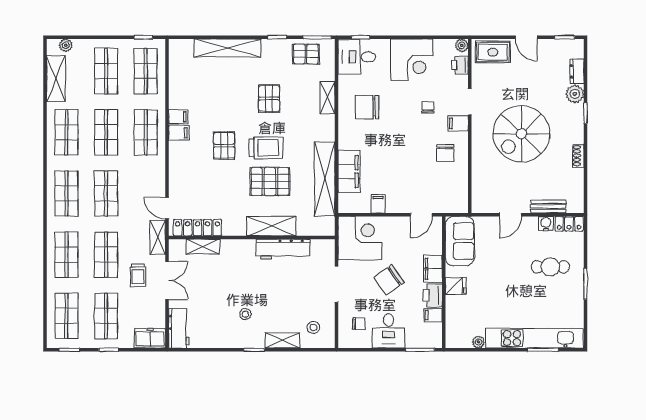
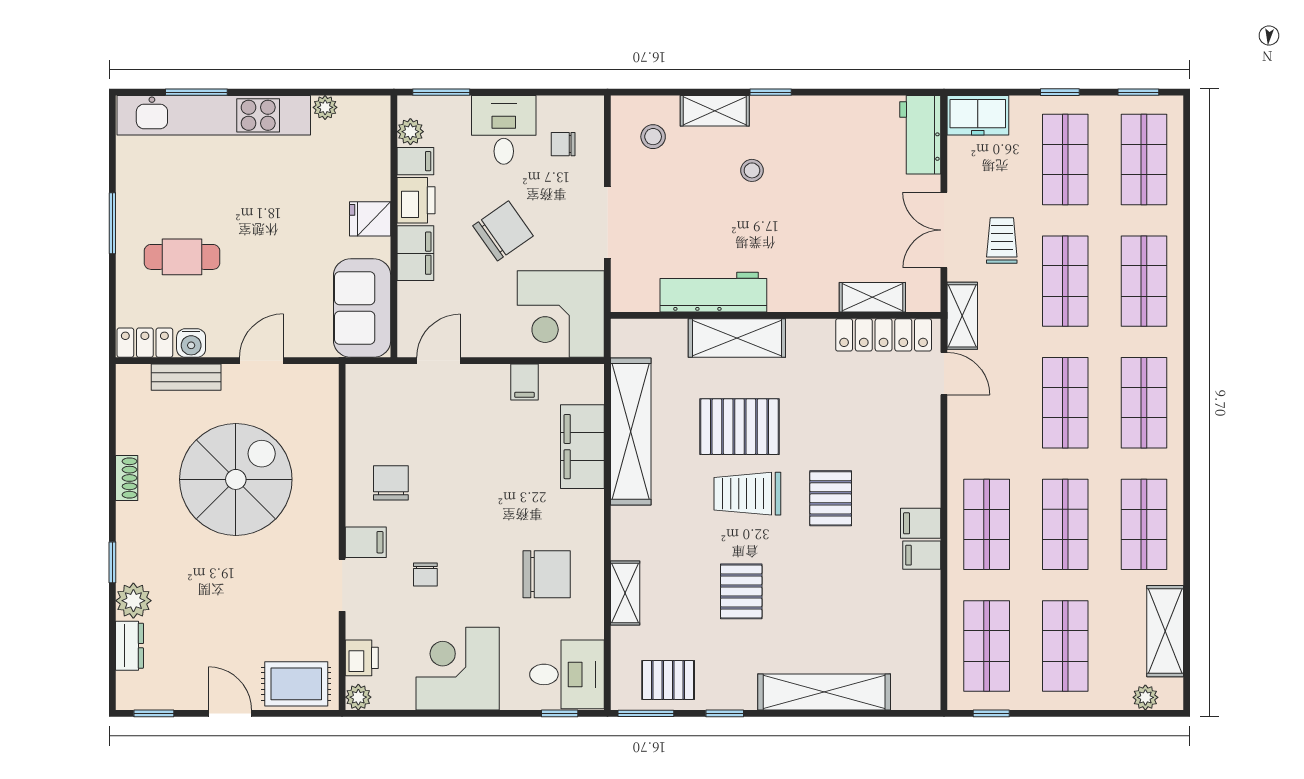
spiral stairs: (521, 134) -> (236, 479), moved
stool: (245, 314) -> (752, 170), moved
plant: (435, 330) -> (410, 132), added

